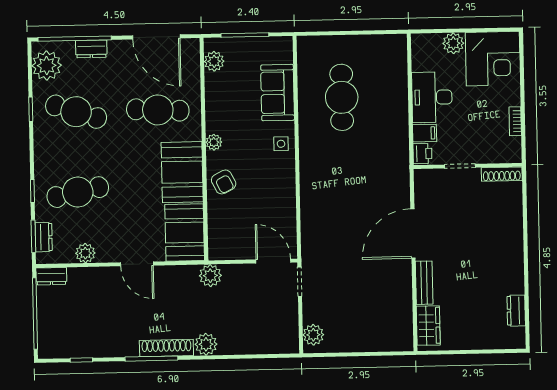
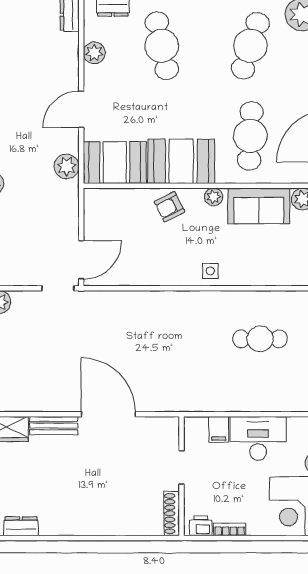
sofa: (278, 93) -> (259, 206), moved, turned 180
cafe table: (342, 97) -> (260, 339), width x0.73, depth x0.74
printer: (422, 154) -> (201, 526), moved, turned 180
plant: (210, 276) -> (67, 166), moved

